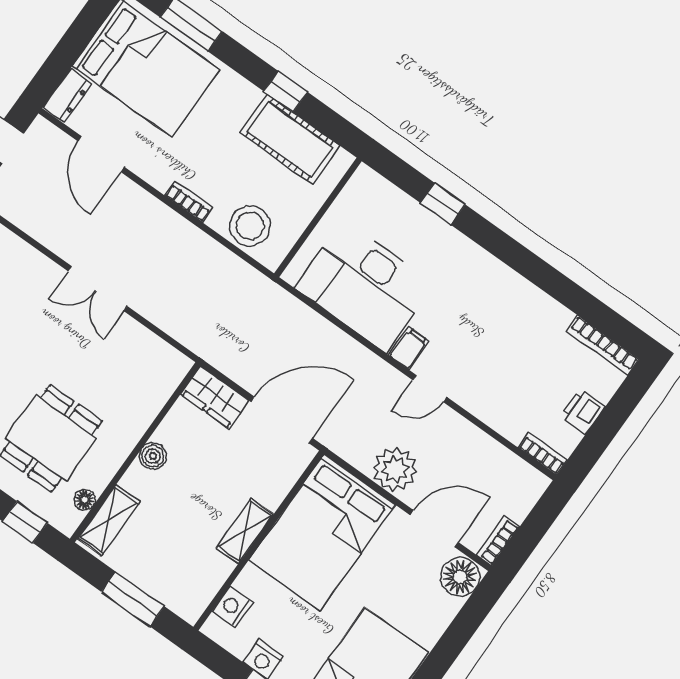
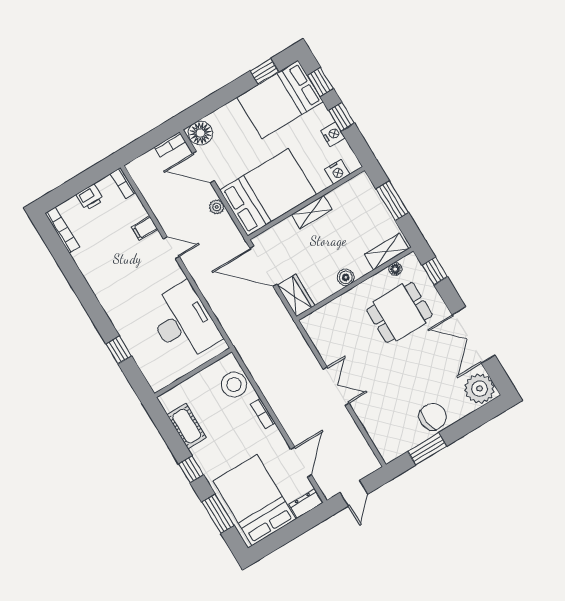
window: (286, 92) -> (191, 469), moved
cot: (290, 139) -> (187, 426), width x0.73, depth x0.75
filing cabinet: (409, 348) -> (145, 228), moved
plant: (395, 469) -> (217, 207), width x0.53, depth x0.53

